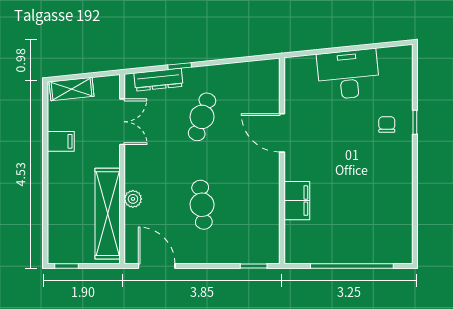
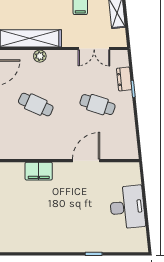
dresser: (158, 80) -> (124, 79), width x0.70
chair: (387, 125) -> (92, 234), removed
cafe table: (202, 205) -> (36, 105), turned 30

